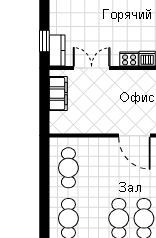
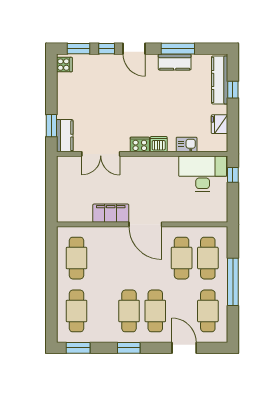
double door: (92, 68) -> (101, 154), swing flipped
filing cabinet: (58, 94) -> (111, 213), moved, turned -90

